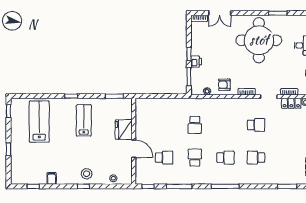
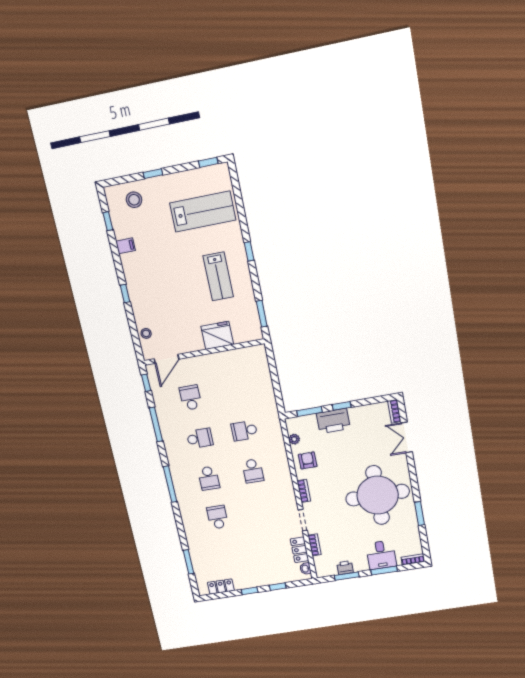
printer: (196, 62) -> (333, 421), width x1.87, depth x1.48
lab bench: (84, 120) -> (218, 276), turned 90
school desk: (256, 125) -> (253, 471), moved
door: (134, 149) -> (166, 359), moved
school desk: (164, 158) -> (191, 398), turned 180
stool: (87, 174) -> (134, 200), moved

